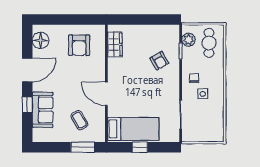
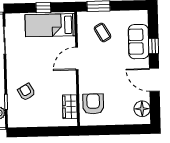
armchair: (79, 45) -> (93, 104), moved
door: (27, 70) -> (154, 80), hinge flipped
door: (106, 94) -> (77, 59), swing flipped

